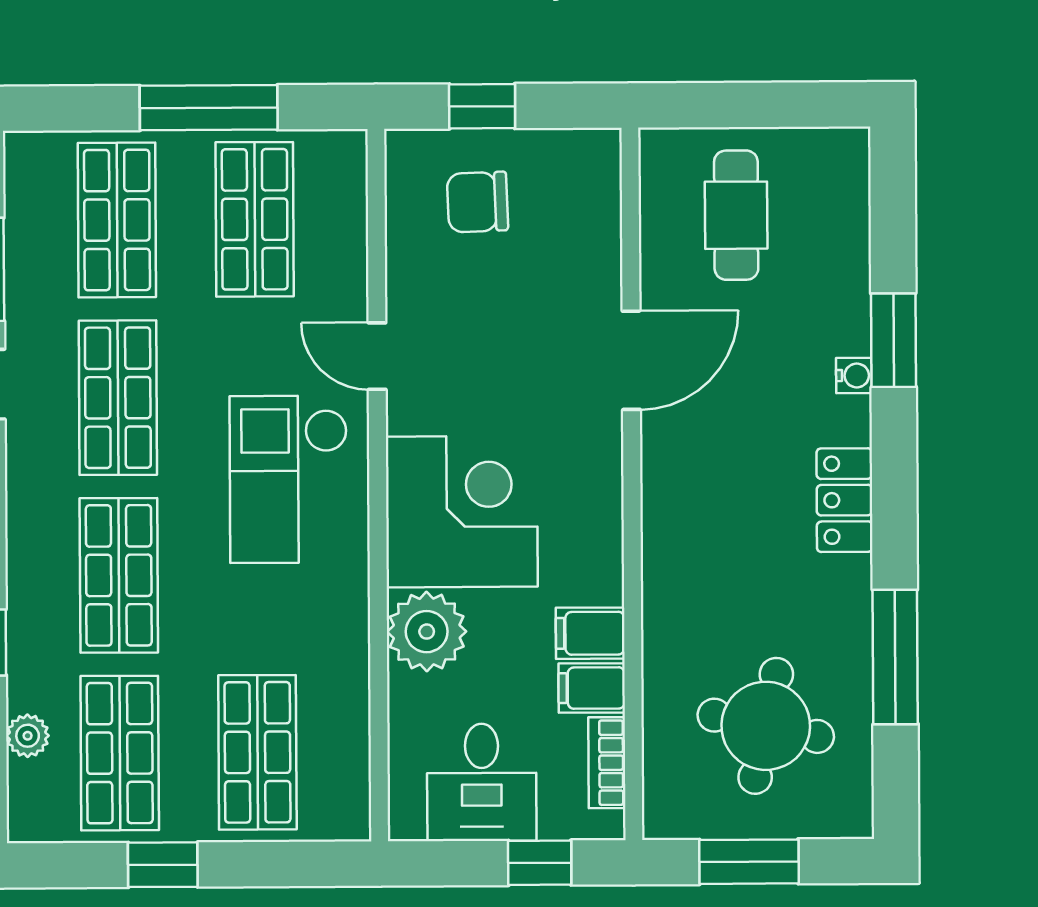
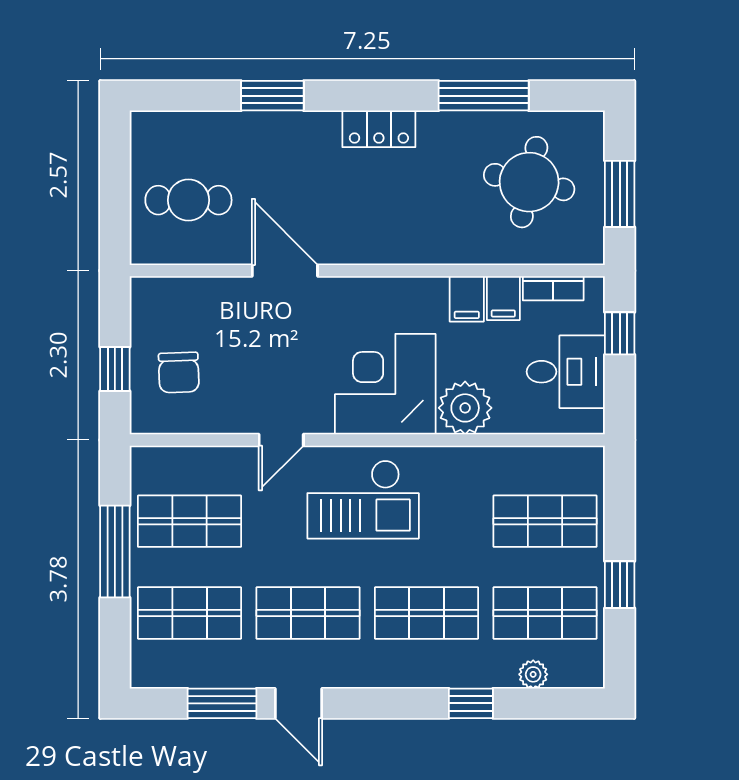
water cooler: (854, 376) -> (296, 122), removed

